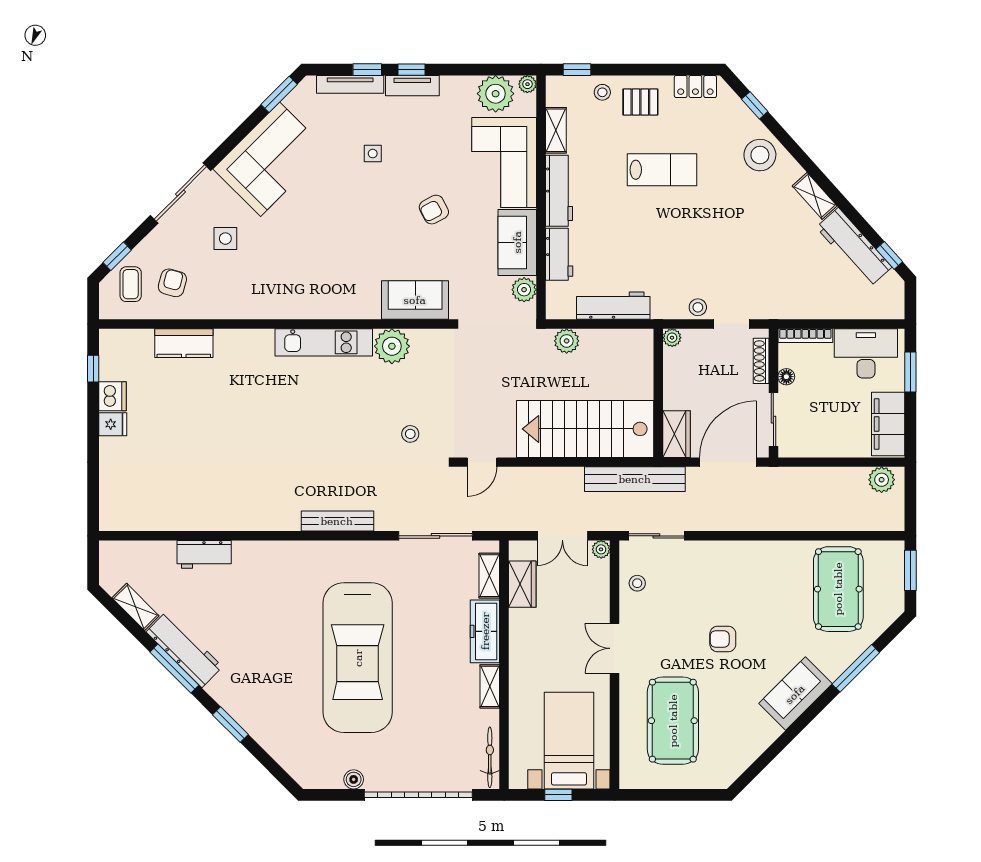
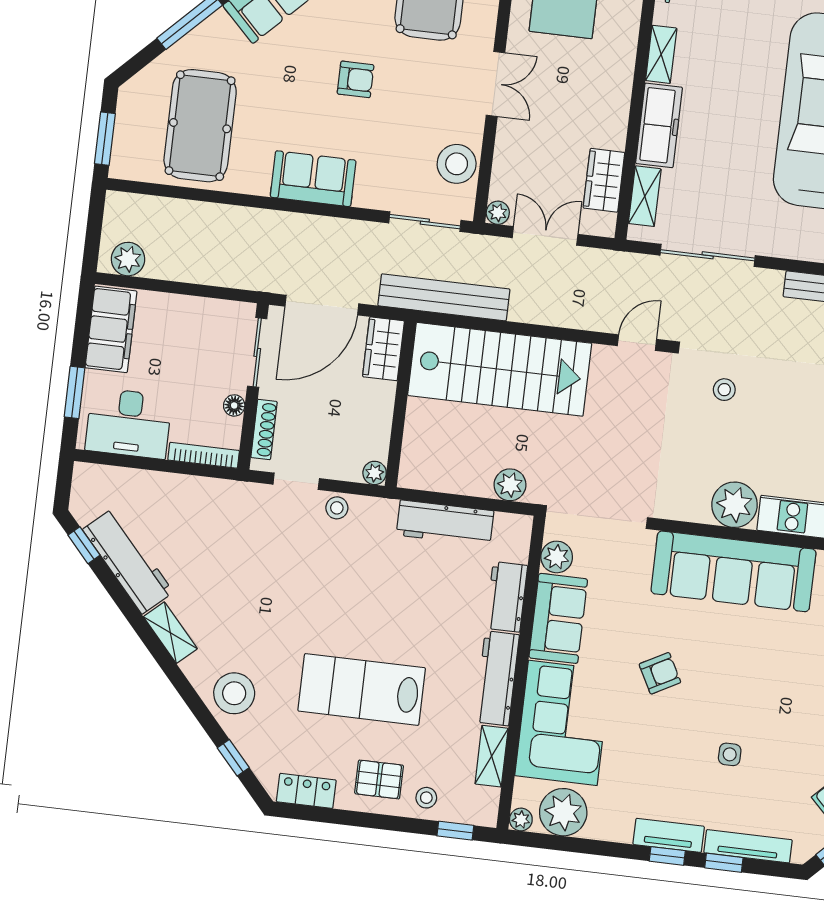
lab bench: (662, 170) -> (362, 689), width x1.36, depth x1.39
sofa: (415, 300) -> (733, 571), width x1.85, depth x1.27
sofa: (746, 559) -> (313, 179), added
stool: (637, 583) -> (457, 164), width x1.89, depth x1.89

